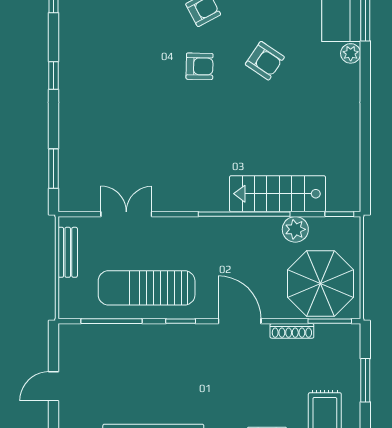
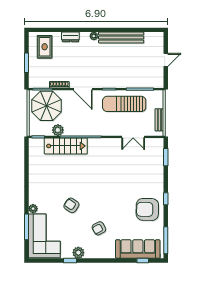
armchair: (200, 66) -> (147, 209), moved, width x1.88, depth x1.88
sun lounger: (147, 288) -> (124, 104), turned 180

